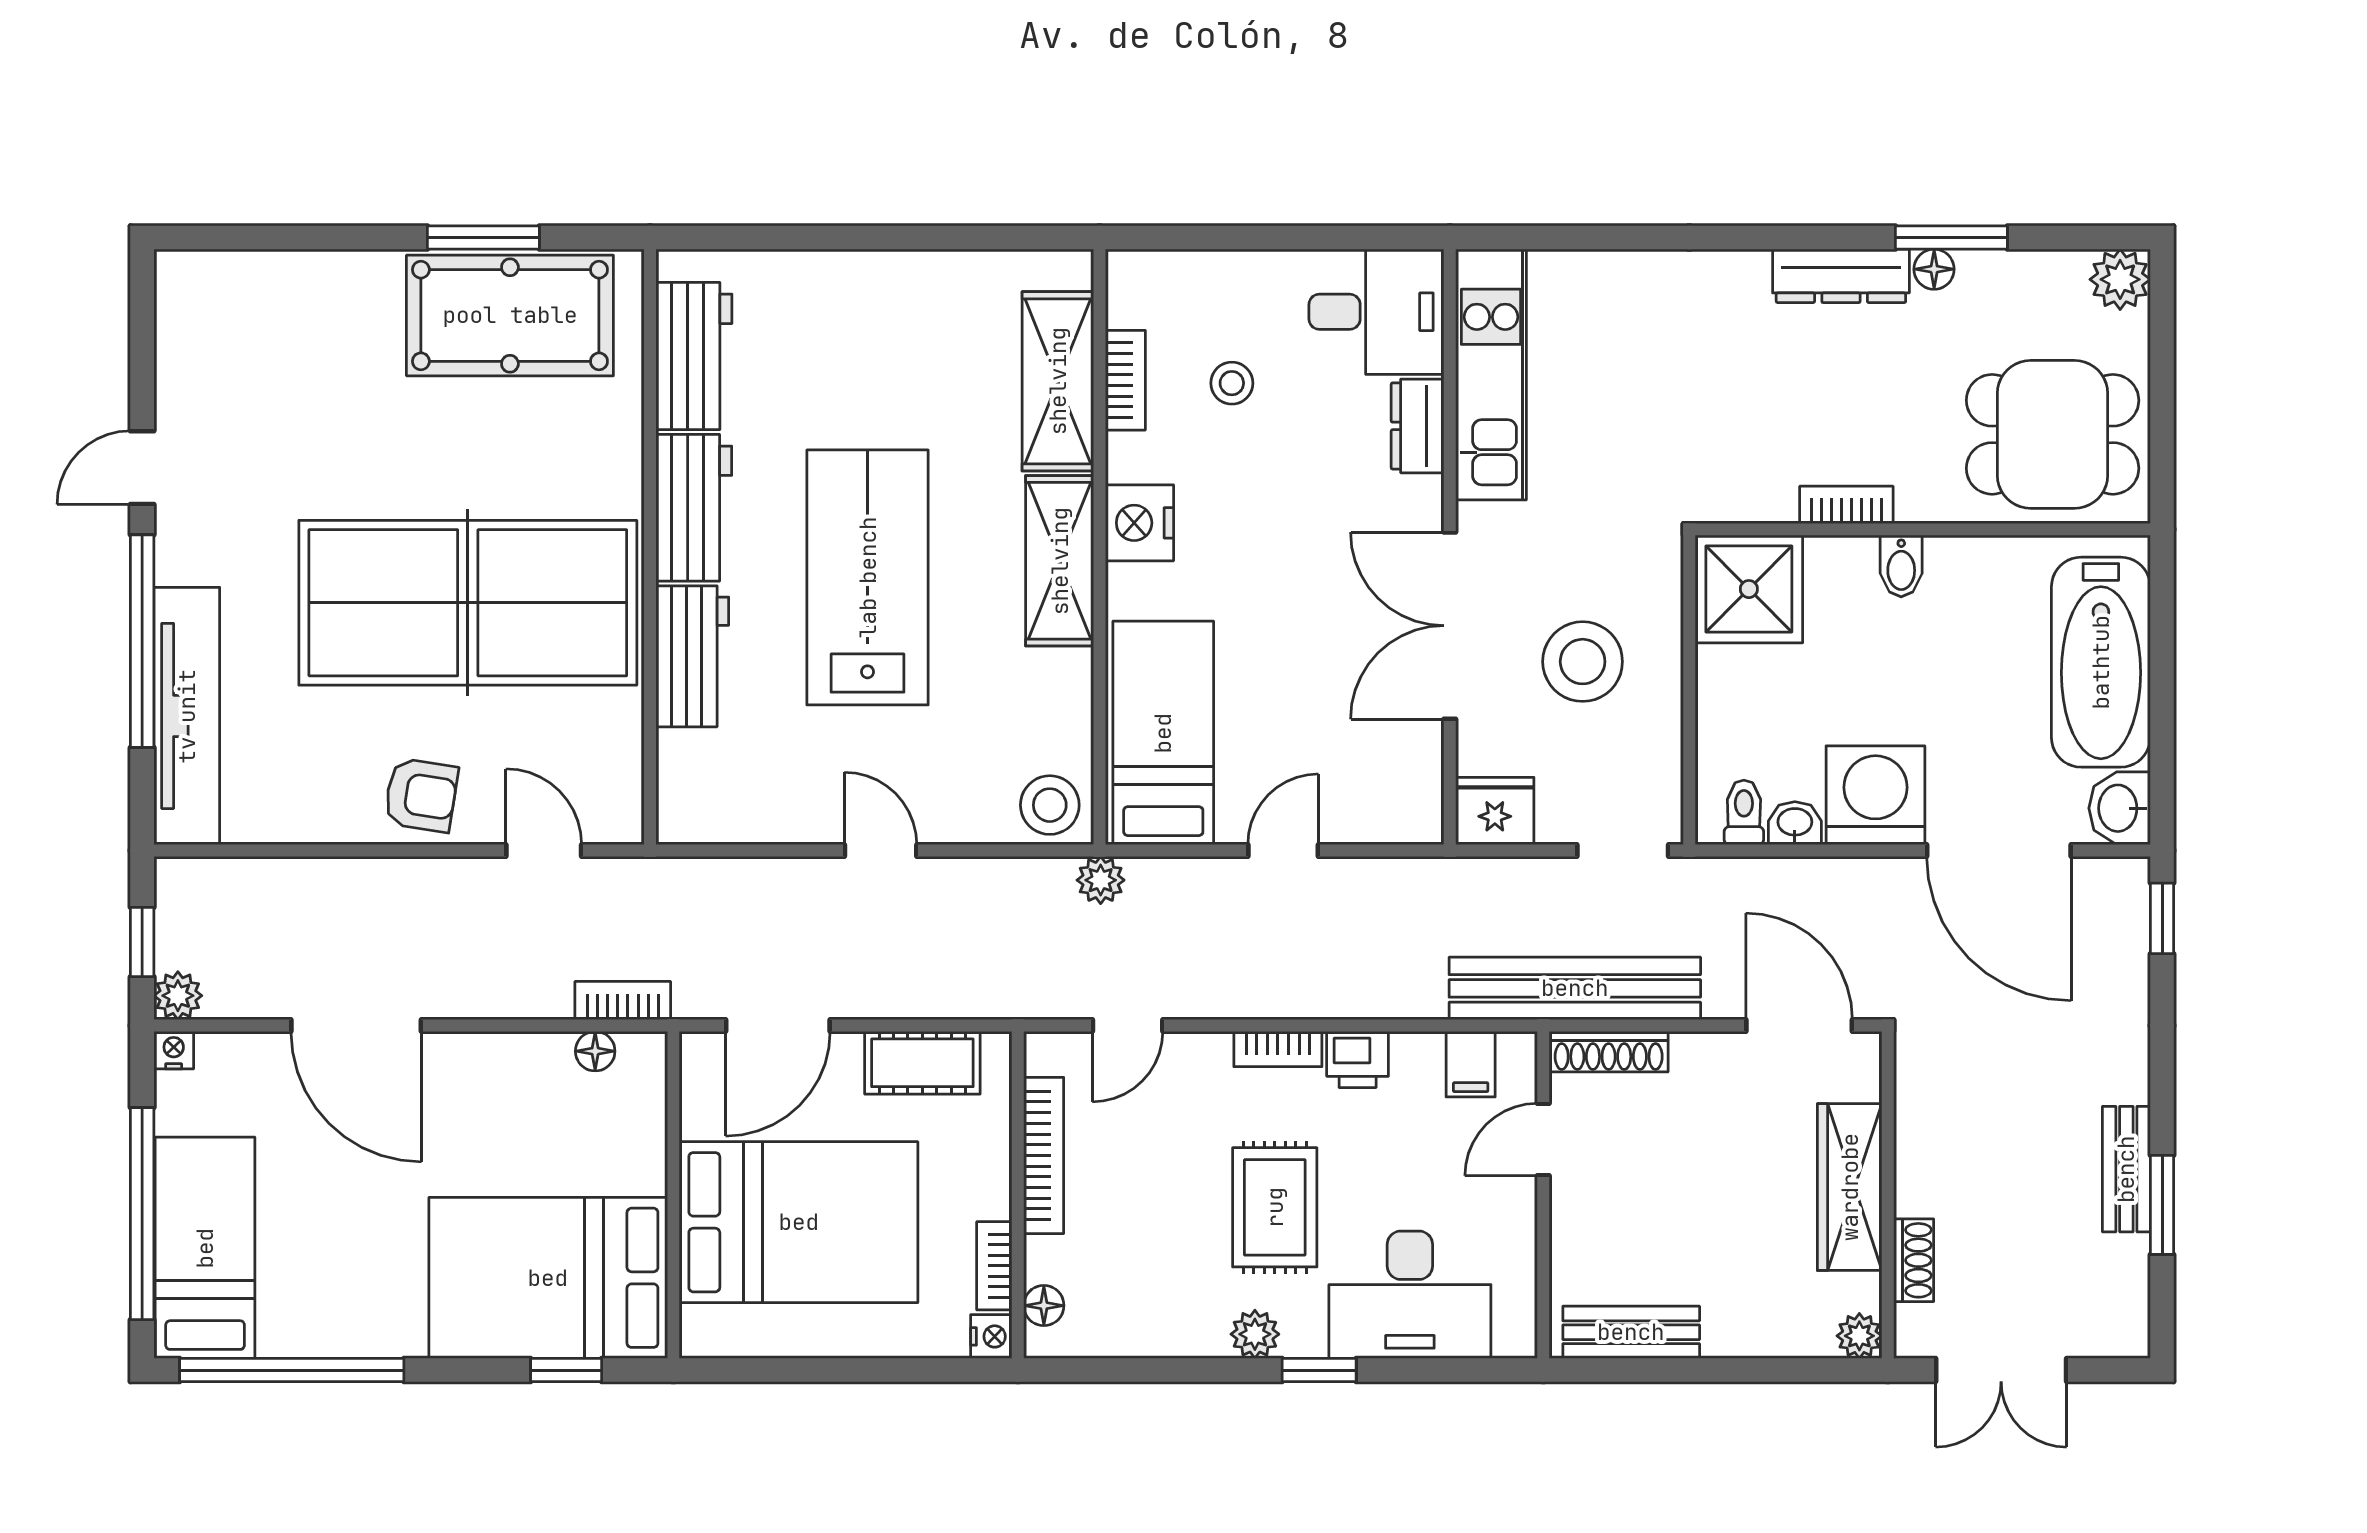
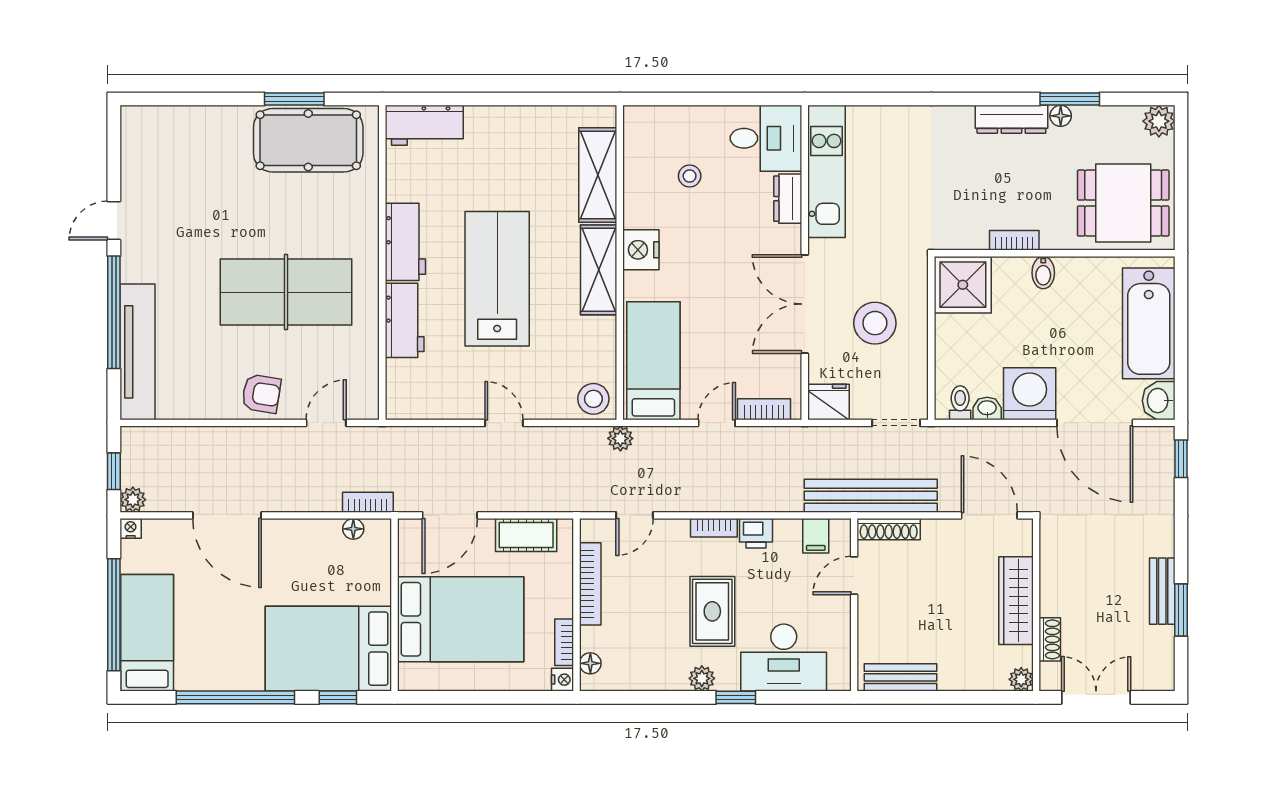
workbench: (694, 356) -> (424, 125), moved, turned 90
bookcase: (1125, 380) -> (764, 409), moved, turned -90
table tennis table: (468, 603) -> (286, 292), width x0.73, depth x0.76
door: (544, 850) -> (326, 423), hinge flipped
window: (292, 1370) -> (235, 697), moved
double door: (2001, 1370) -> (1096, 697), swing flipped

